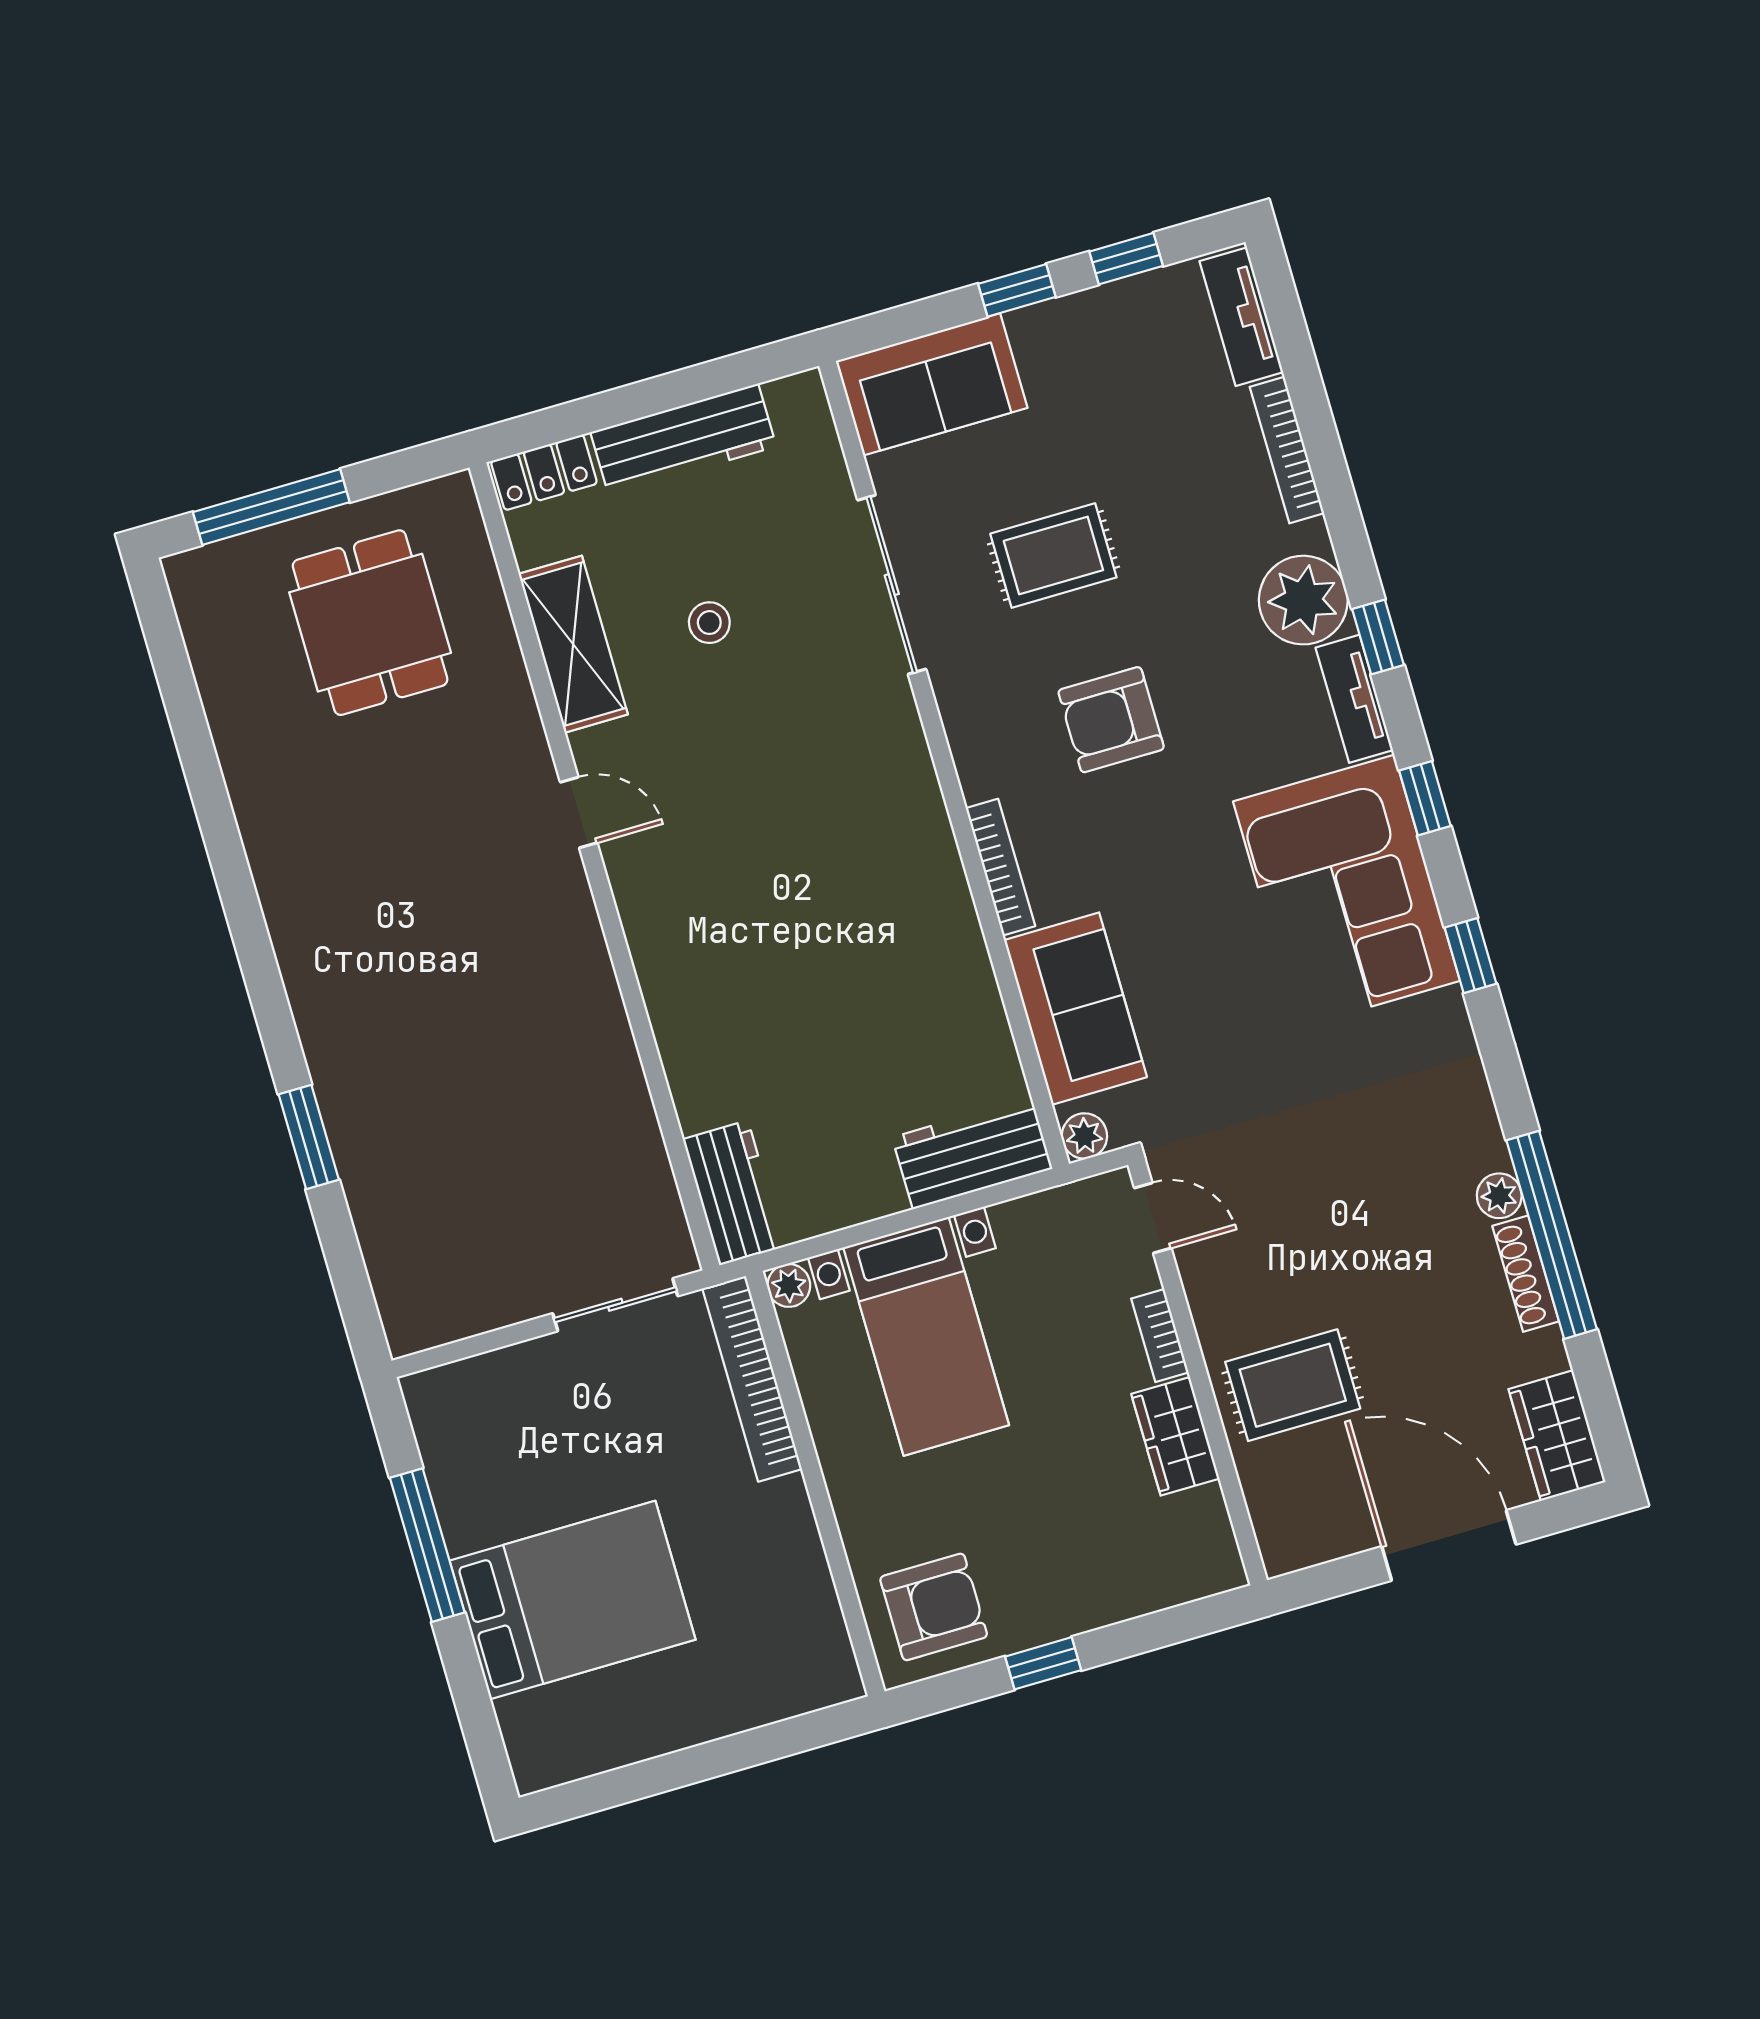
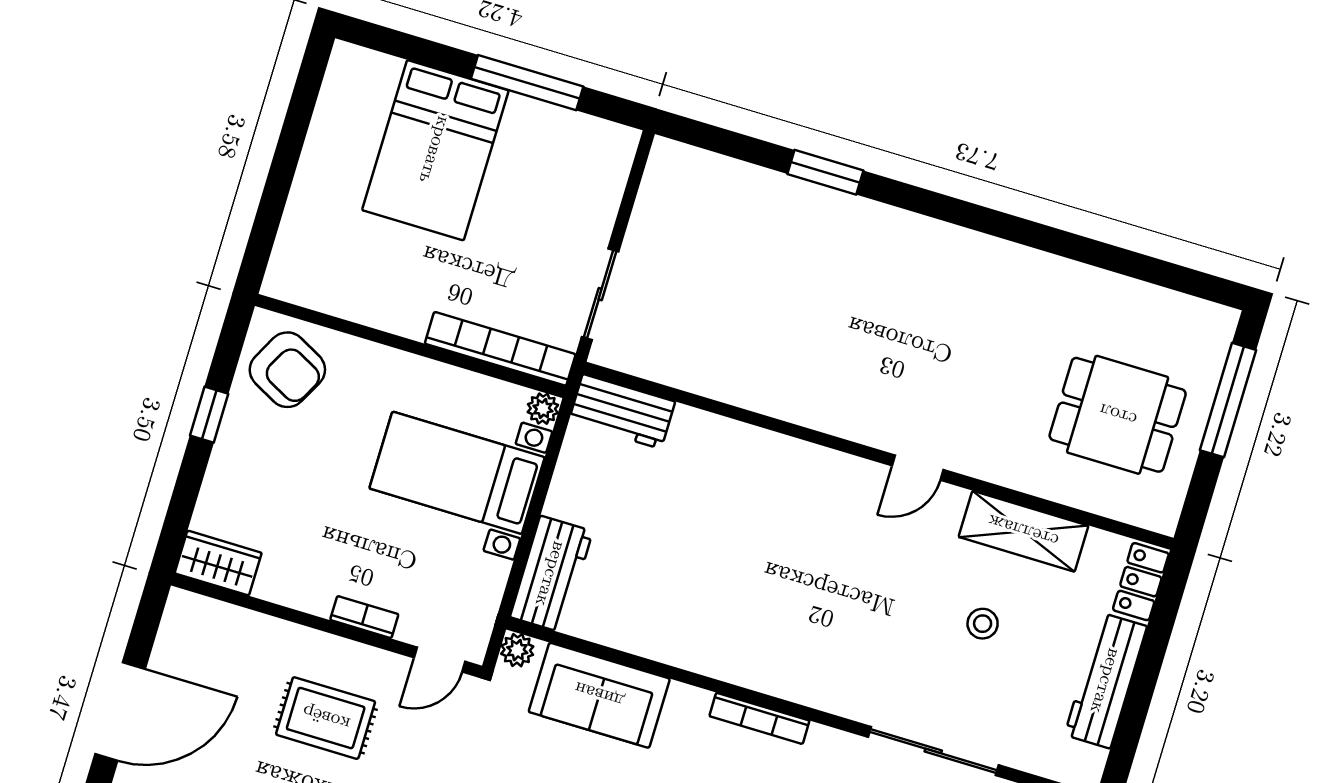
bookcase: (1000, 867) -> (759, 718), moved
rug: (1293, 1385) -> (326, 718), moved, turned 90
wardrobe: (1175, 1436) -> (218, 563), moved
armchair: (934, 1607) -> (287, 370), turned -62

